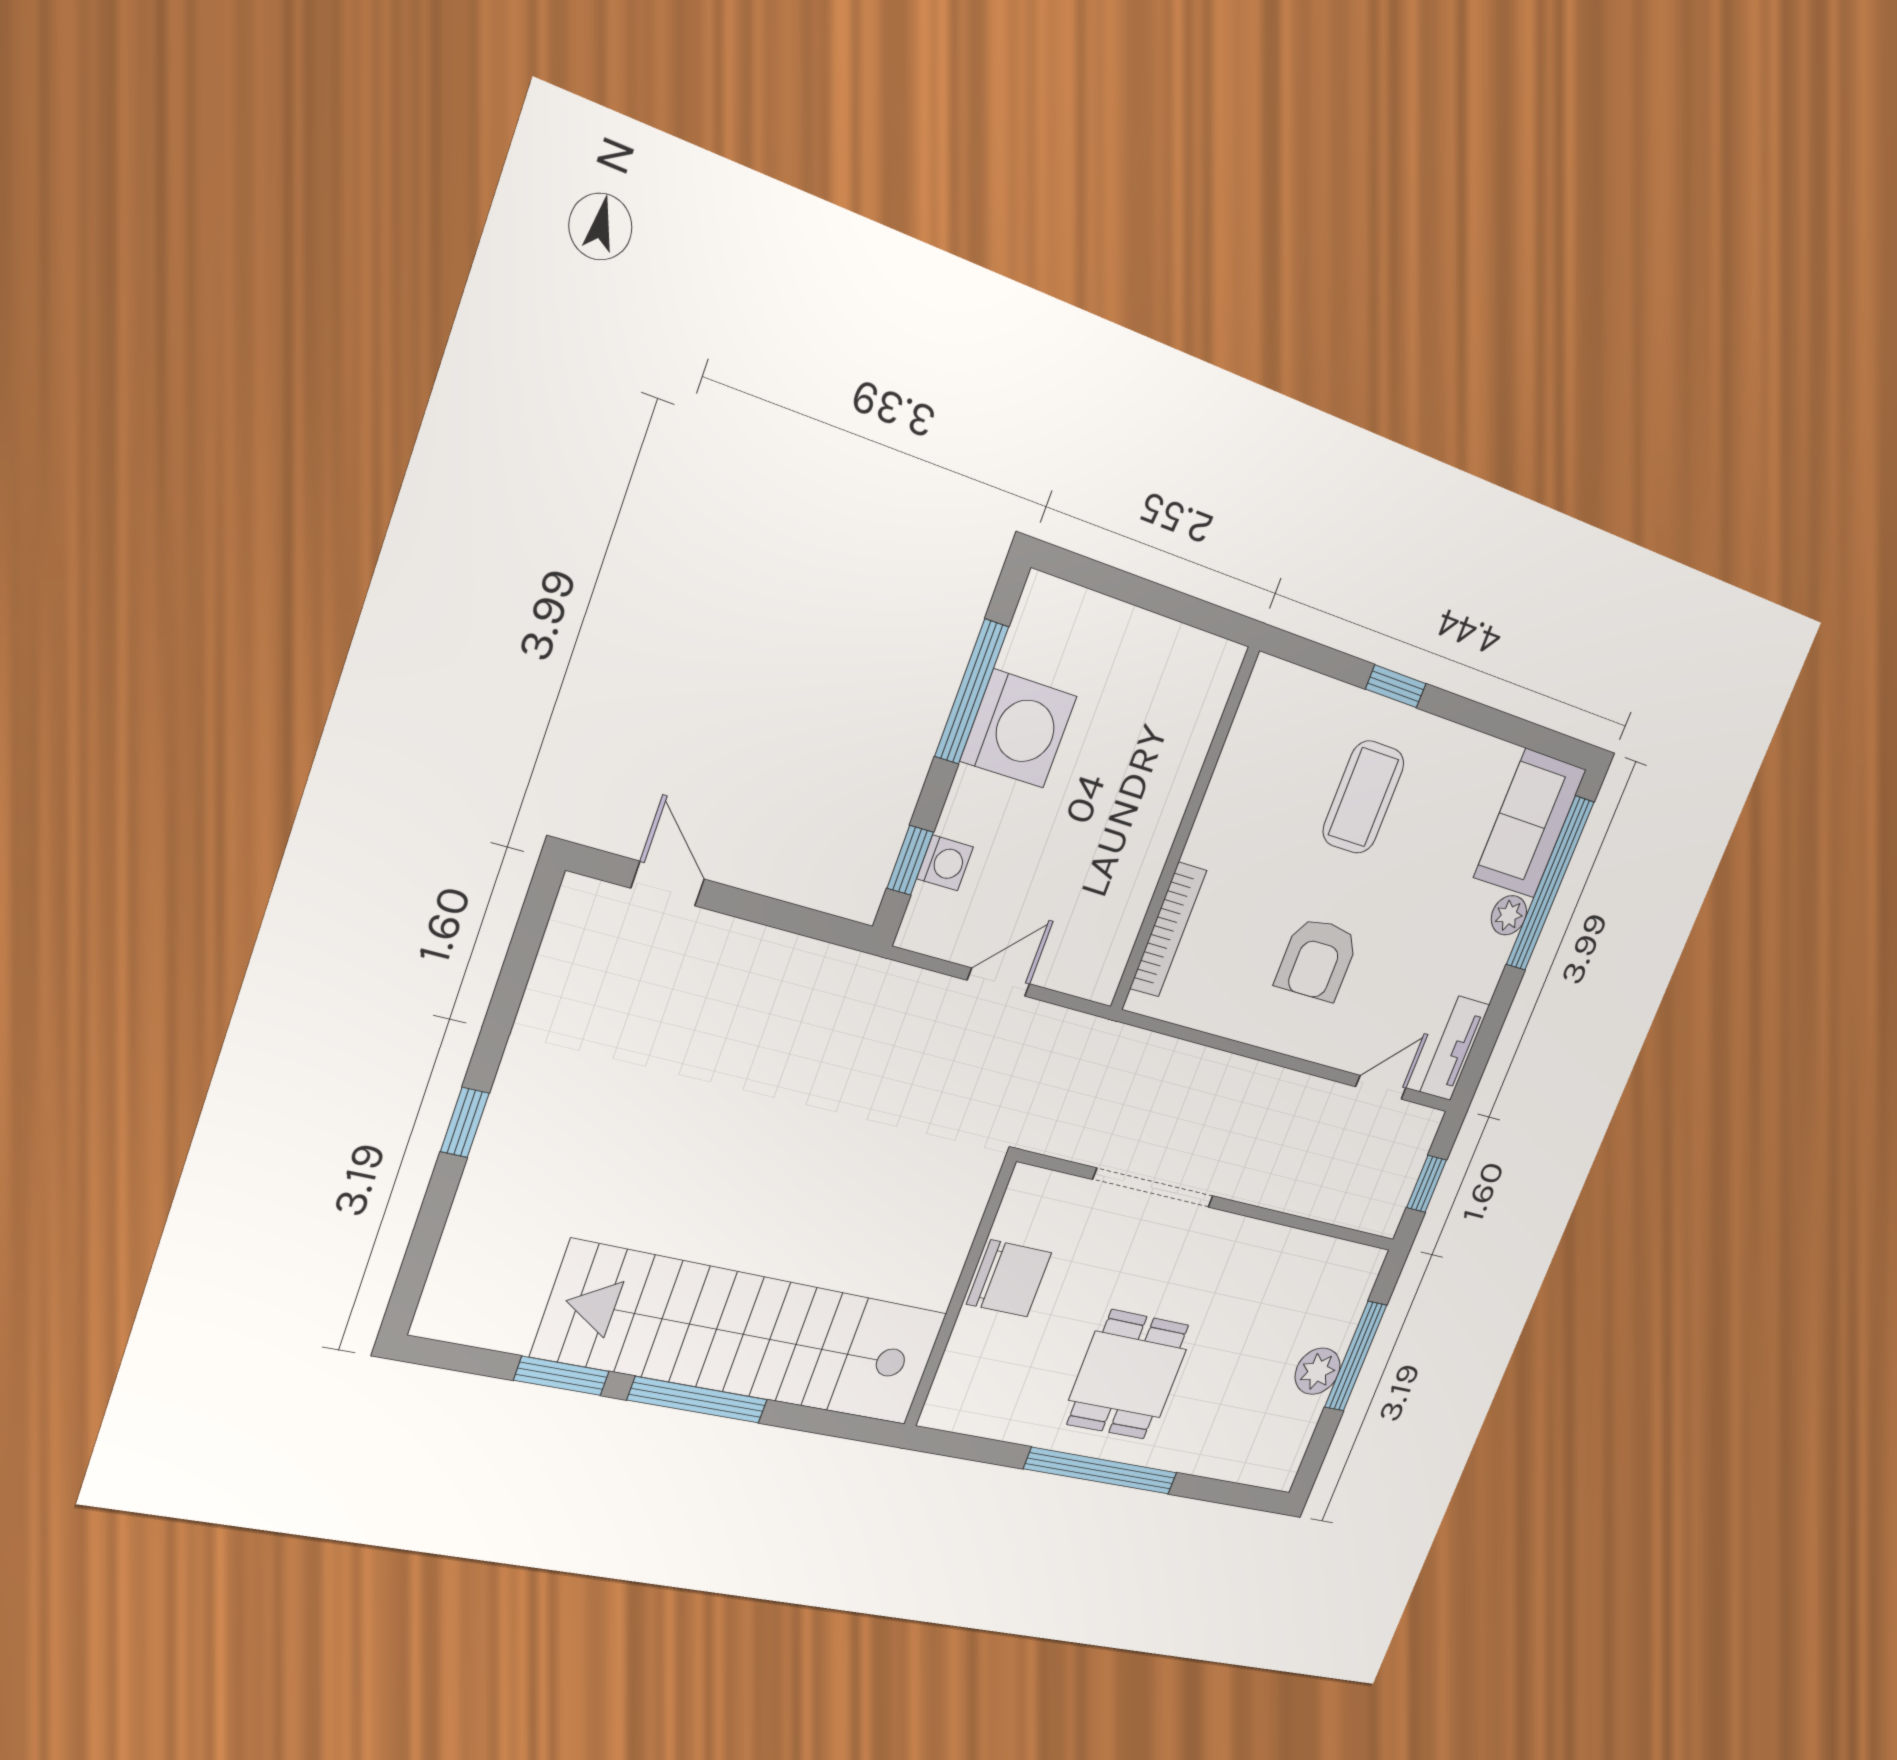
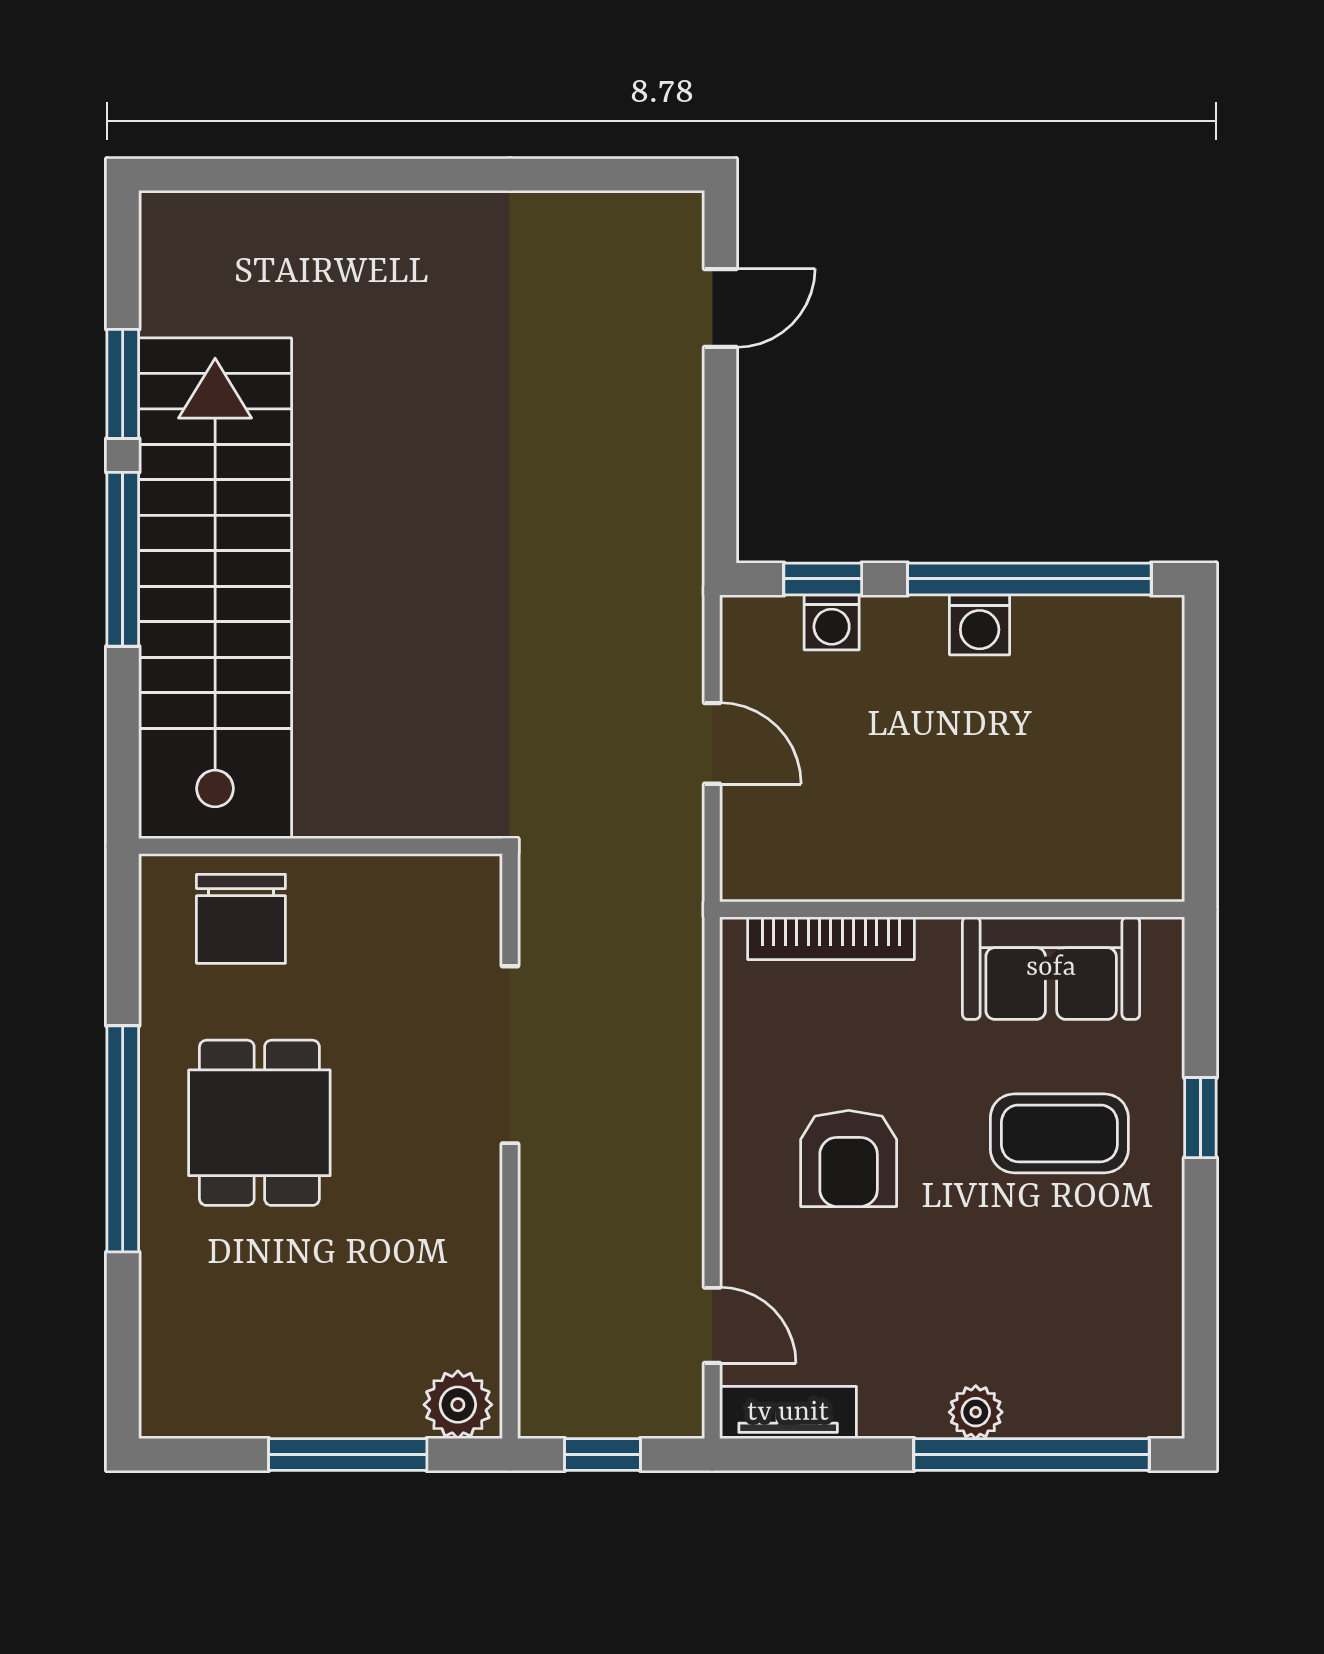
window: (972, 692) -> (1029, 579), width x1.46
washing machine: (1018, 729) -> (980, 625), width x0.53, depth x0.53
sofa: (1530, 824) -> (1051, 968), moved, turned 180
armchair: (1317, 959) -> (849, 1158), turned -90
window: (465, 1122) -> (399, 175), removed
chair: (1009, 1278) -> (241, 919), moved
plant: (1318, 1371) -> (458, 1405), moved
dining table: (1128, 1375) -> (259, 1123), turned 90

